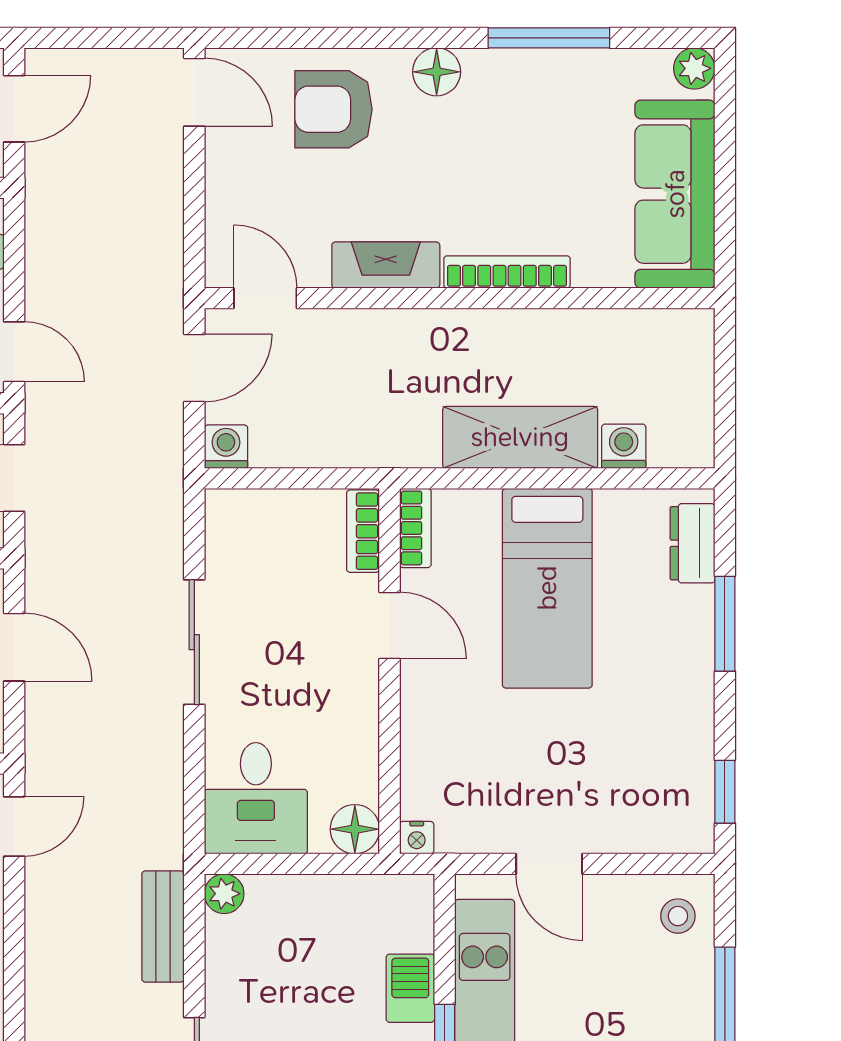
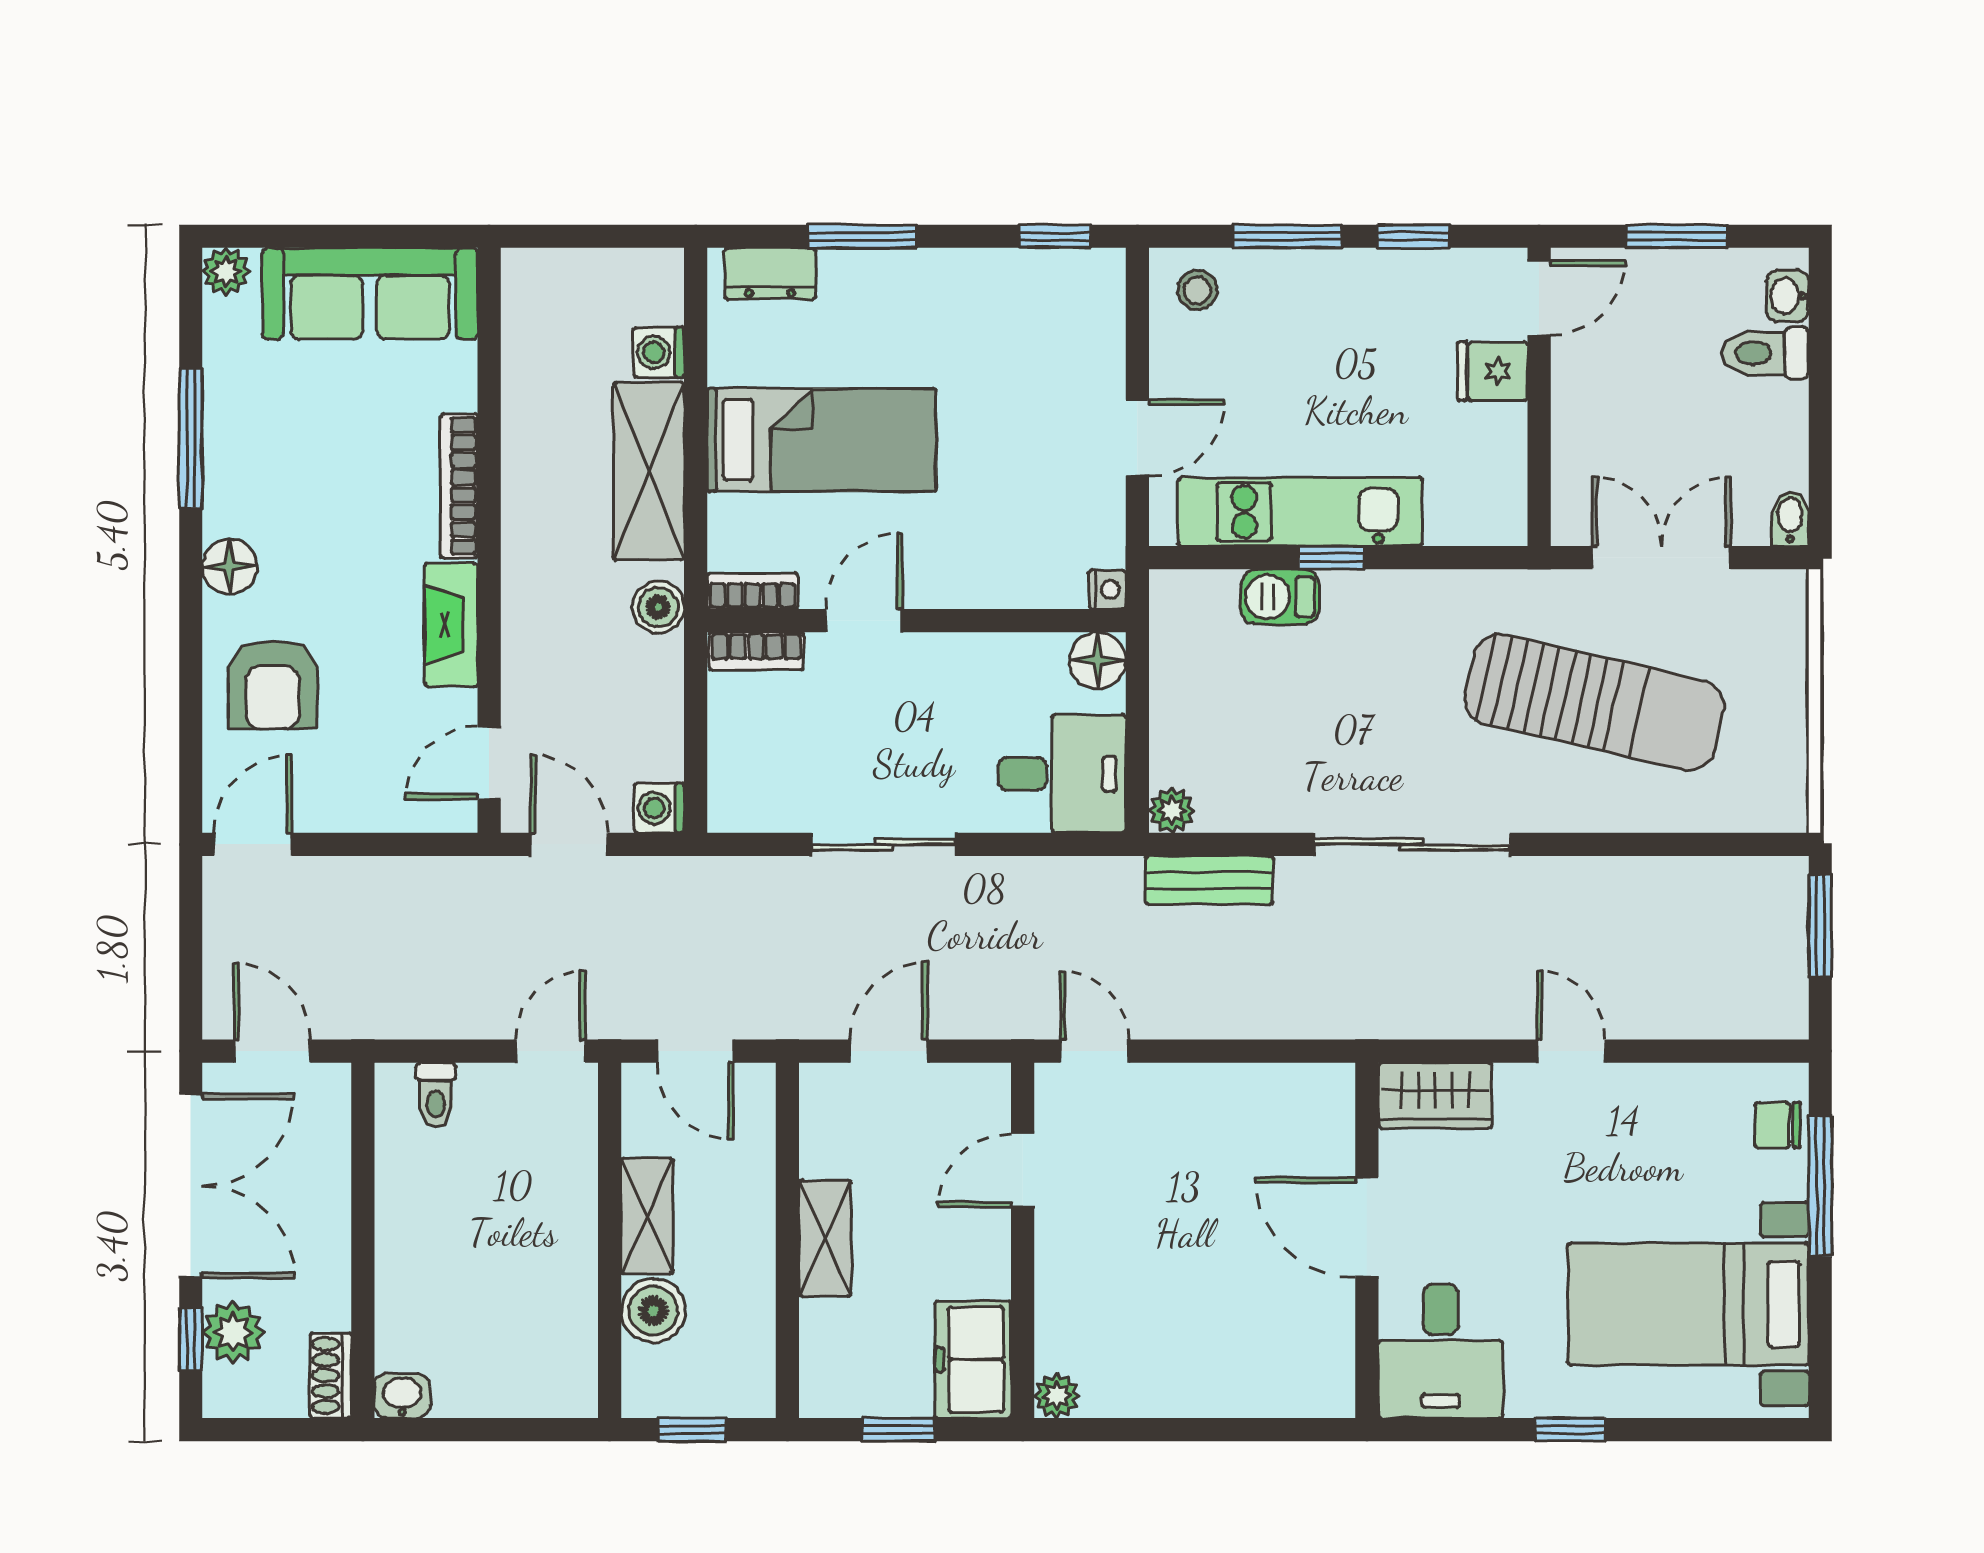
boiler: (401, 446) -> (658, 607), added

